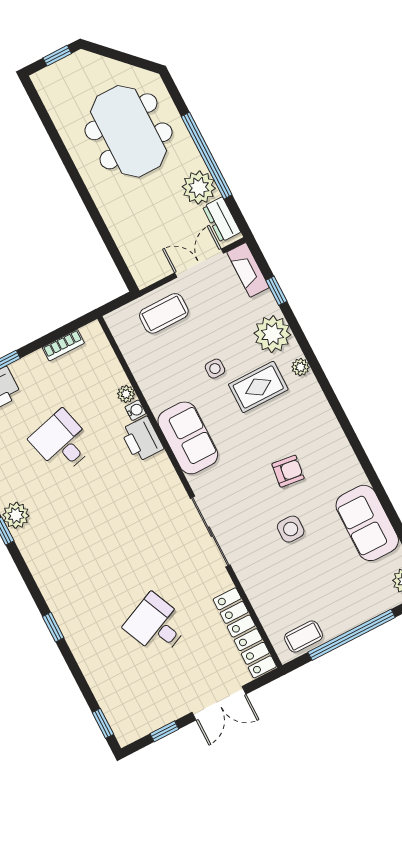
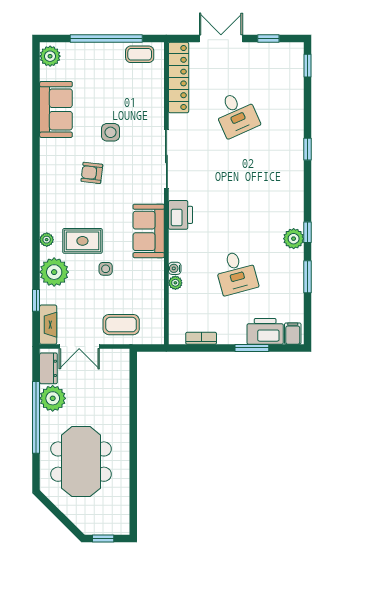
printer: (142, 439) -> (181, 215), moved

